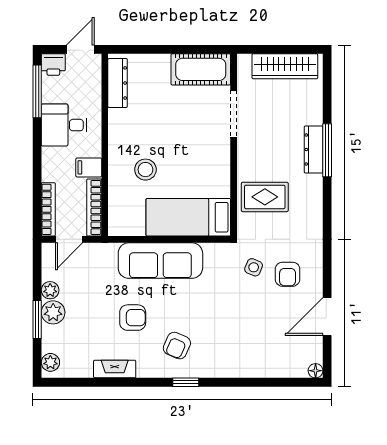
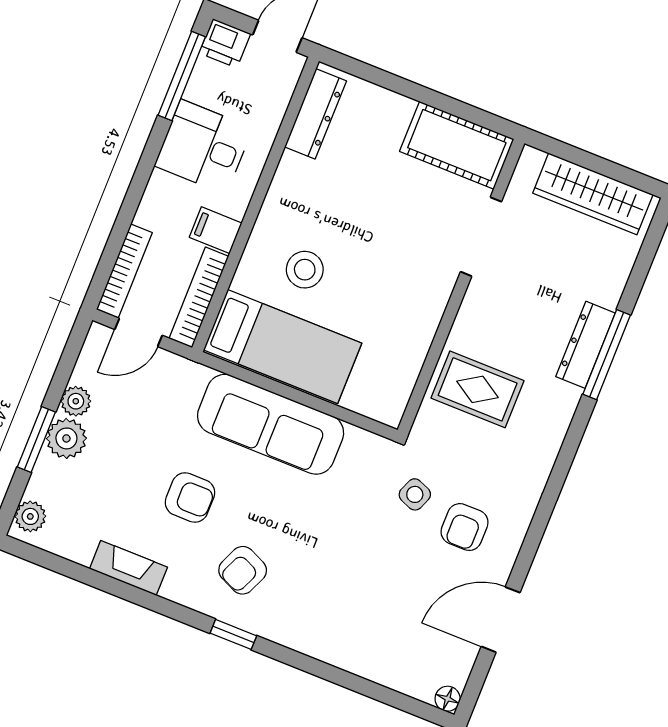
bed: (188, 217) -> (283, 347), moved, turned 180

